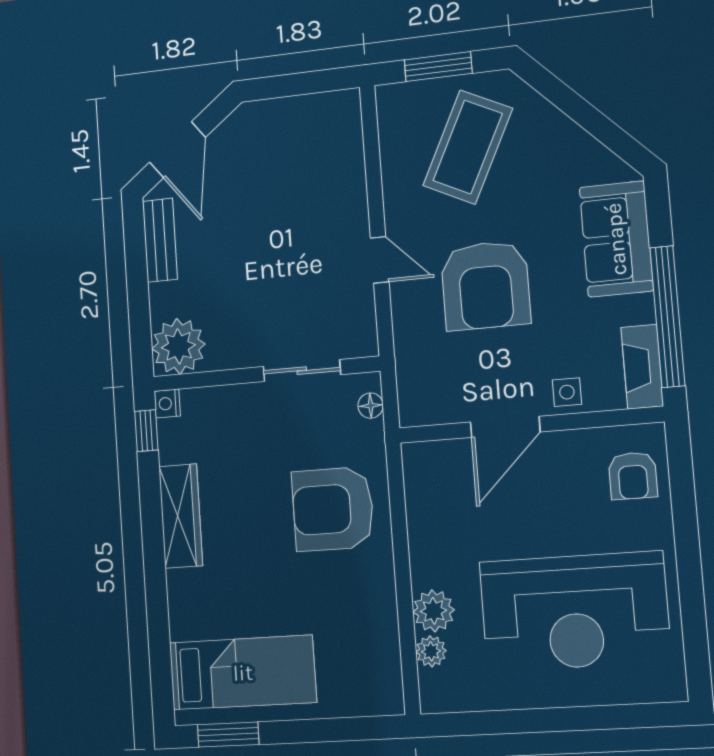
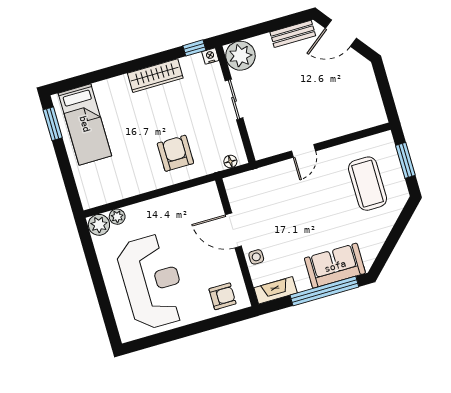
coffee table: (468, 147) -> (368, 184), turned 64
armchair: (485, 285) -> (301, 207), removed
window: (667, 317) -> (324, 291), moved
sliding door: (302, 371) -> (234, 99), moved
armchair: (633, 476) -> (223, 296), turned 180
armchair: (333, 509) -> (175, 153), width x0.73, depth x0.73
plant: (434, 611) -> (99, 225), moved
reception desk: (574, 612) -> (152, 282), turned 180

